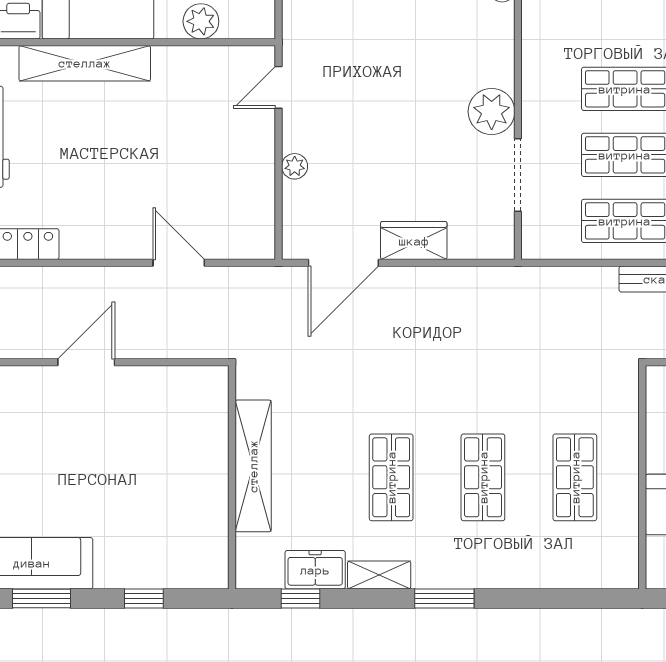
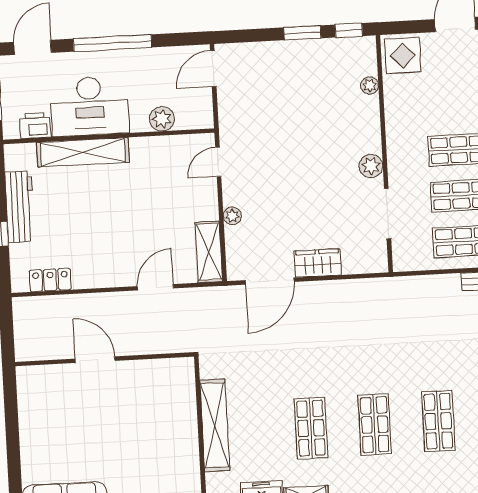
plant: (492, 112) -> (371, 166), width x0.73, depth x0.73
shelving: (258, 216) -> (209, 252), added
door: (179, 263) -> (156, 287), hinge flipped
door: (86, 362) -> (95, 360), hinge flipped

